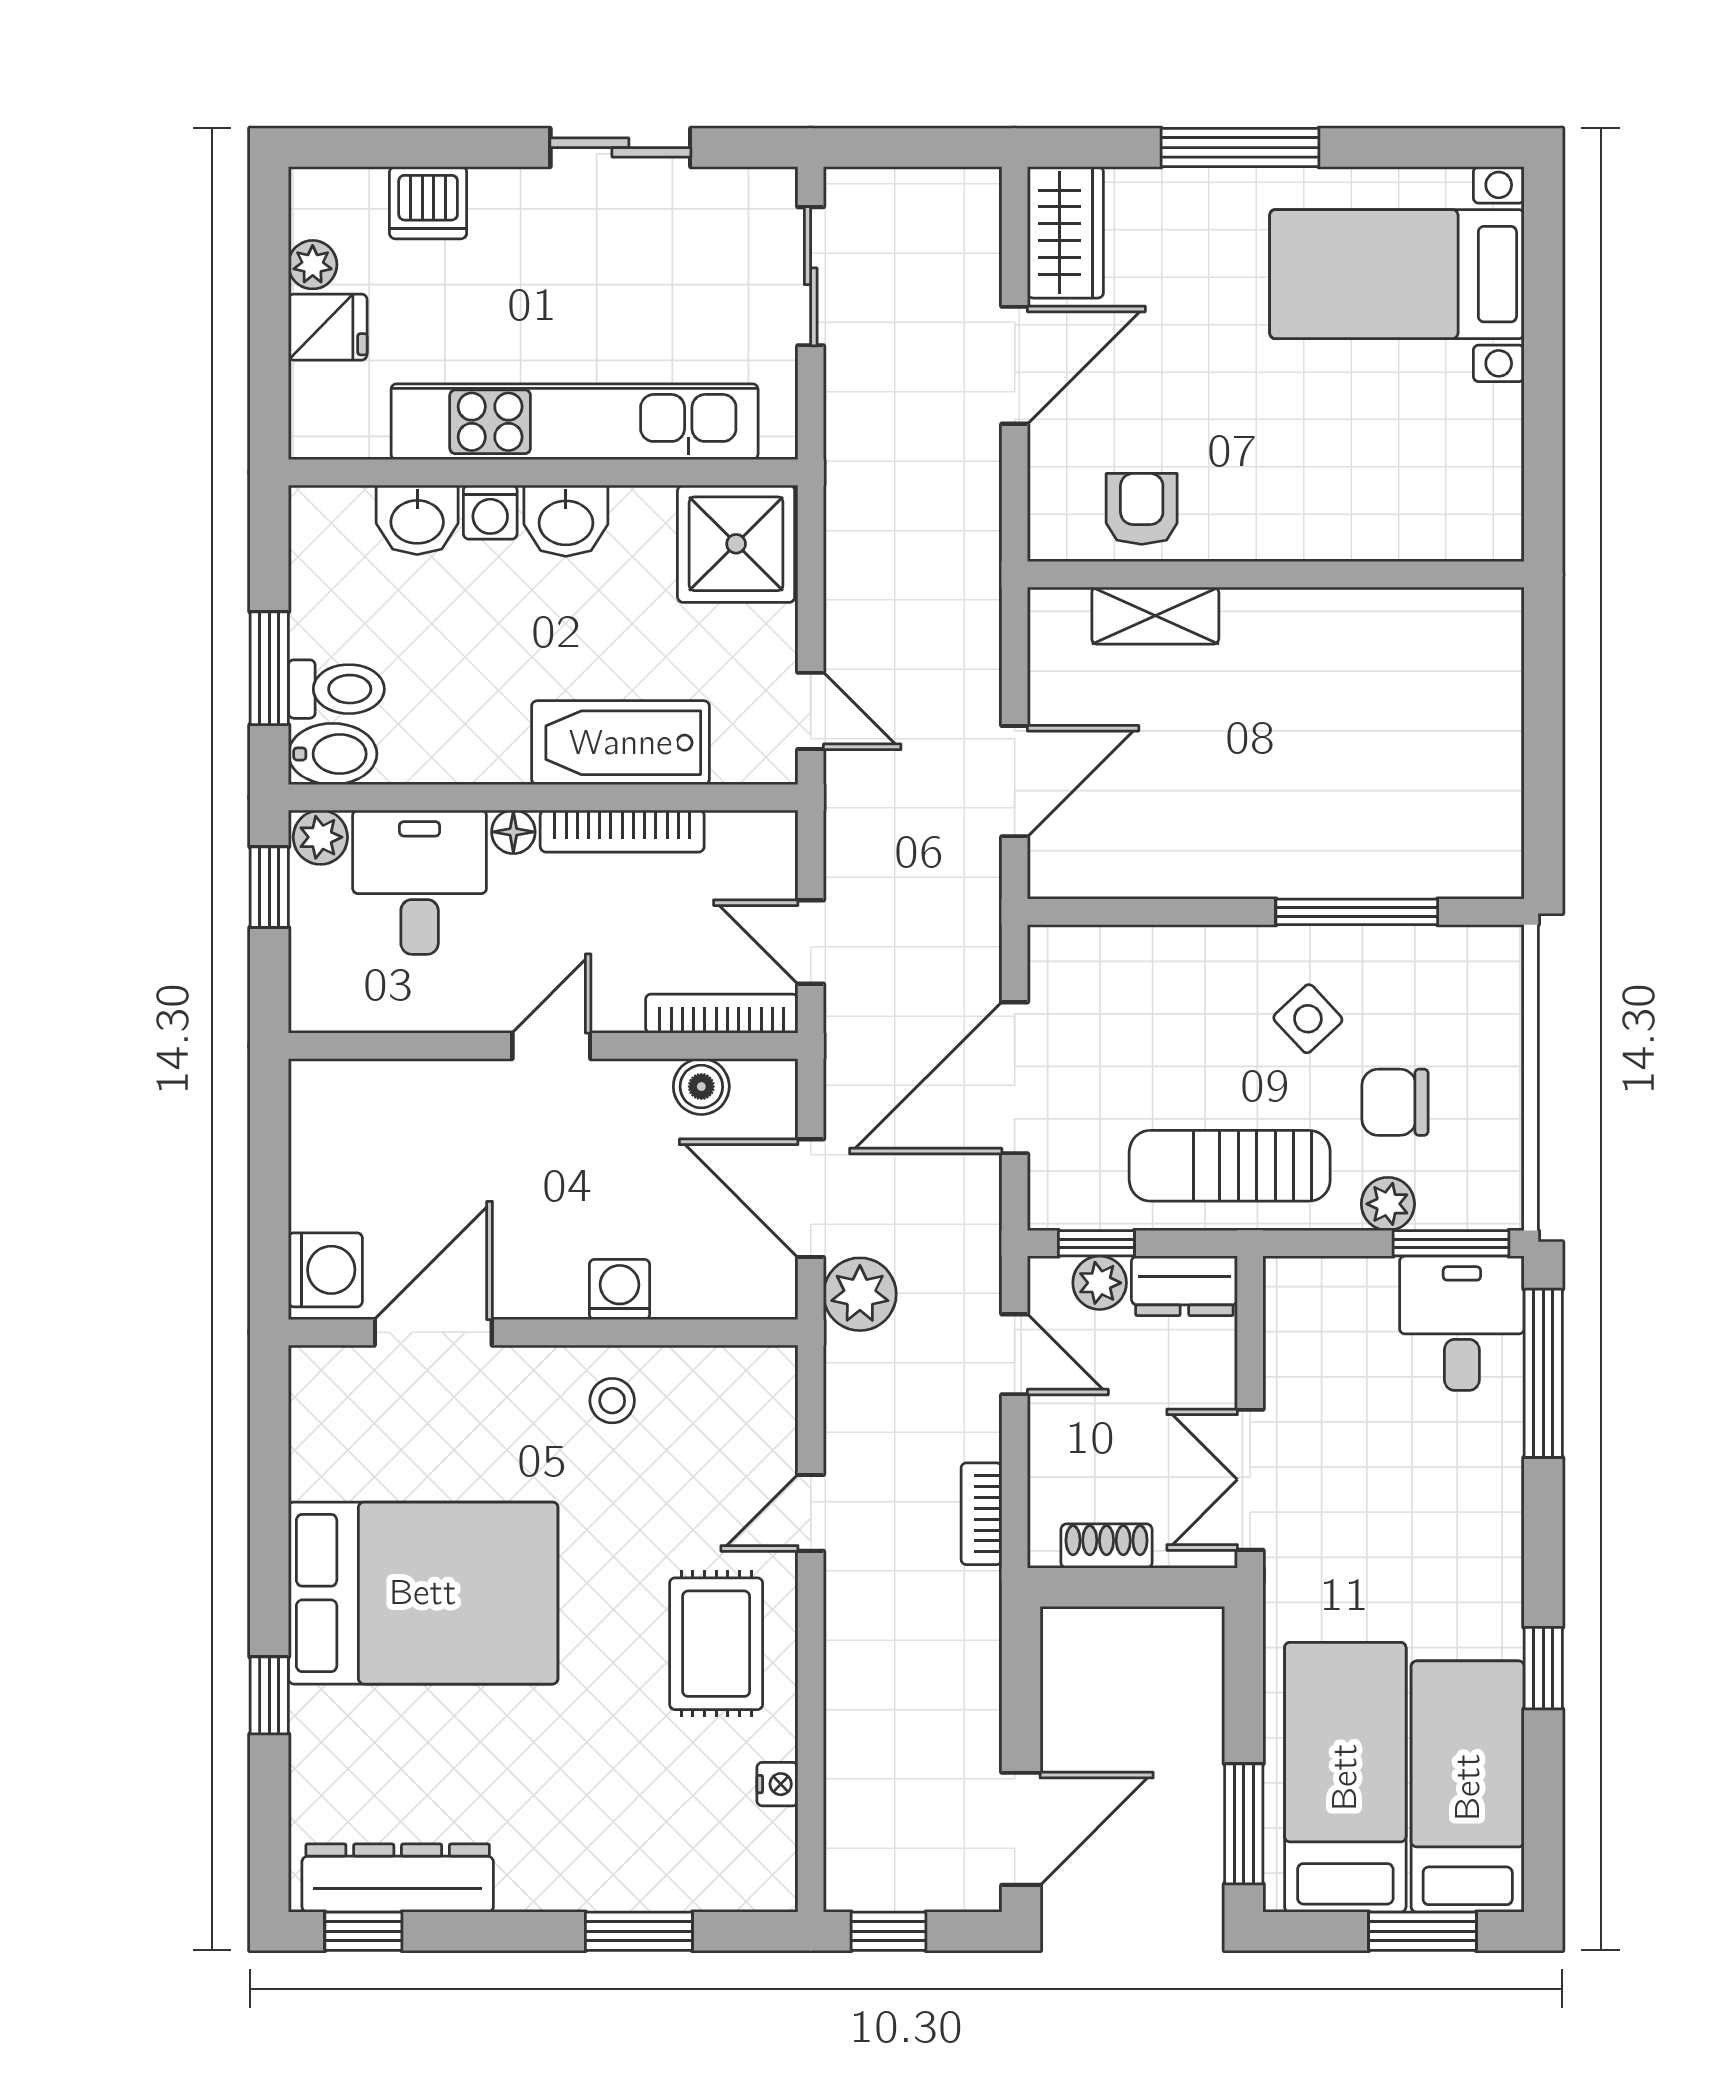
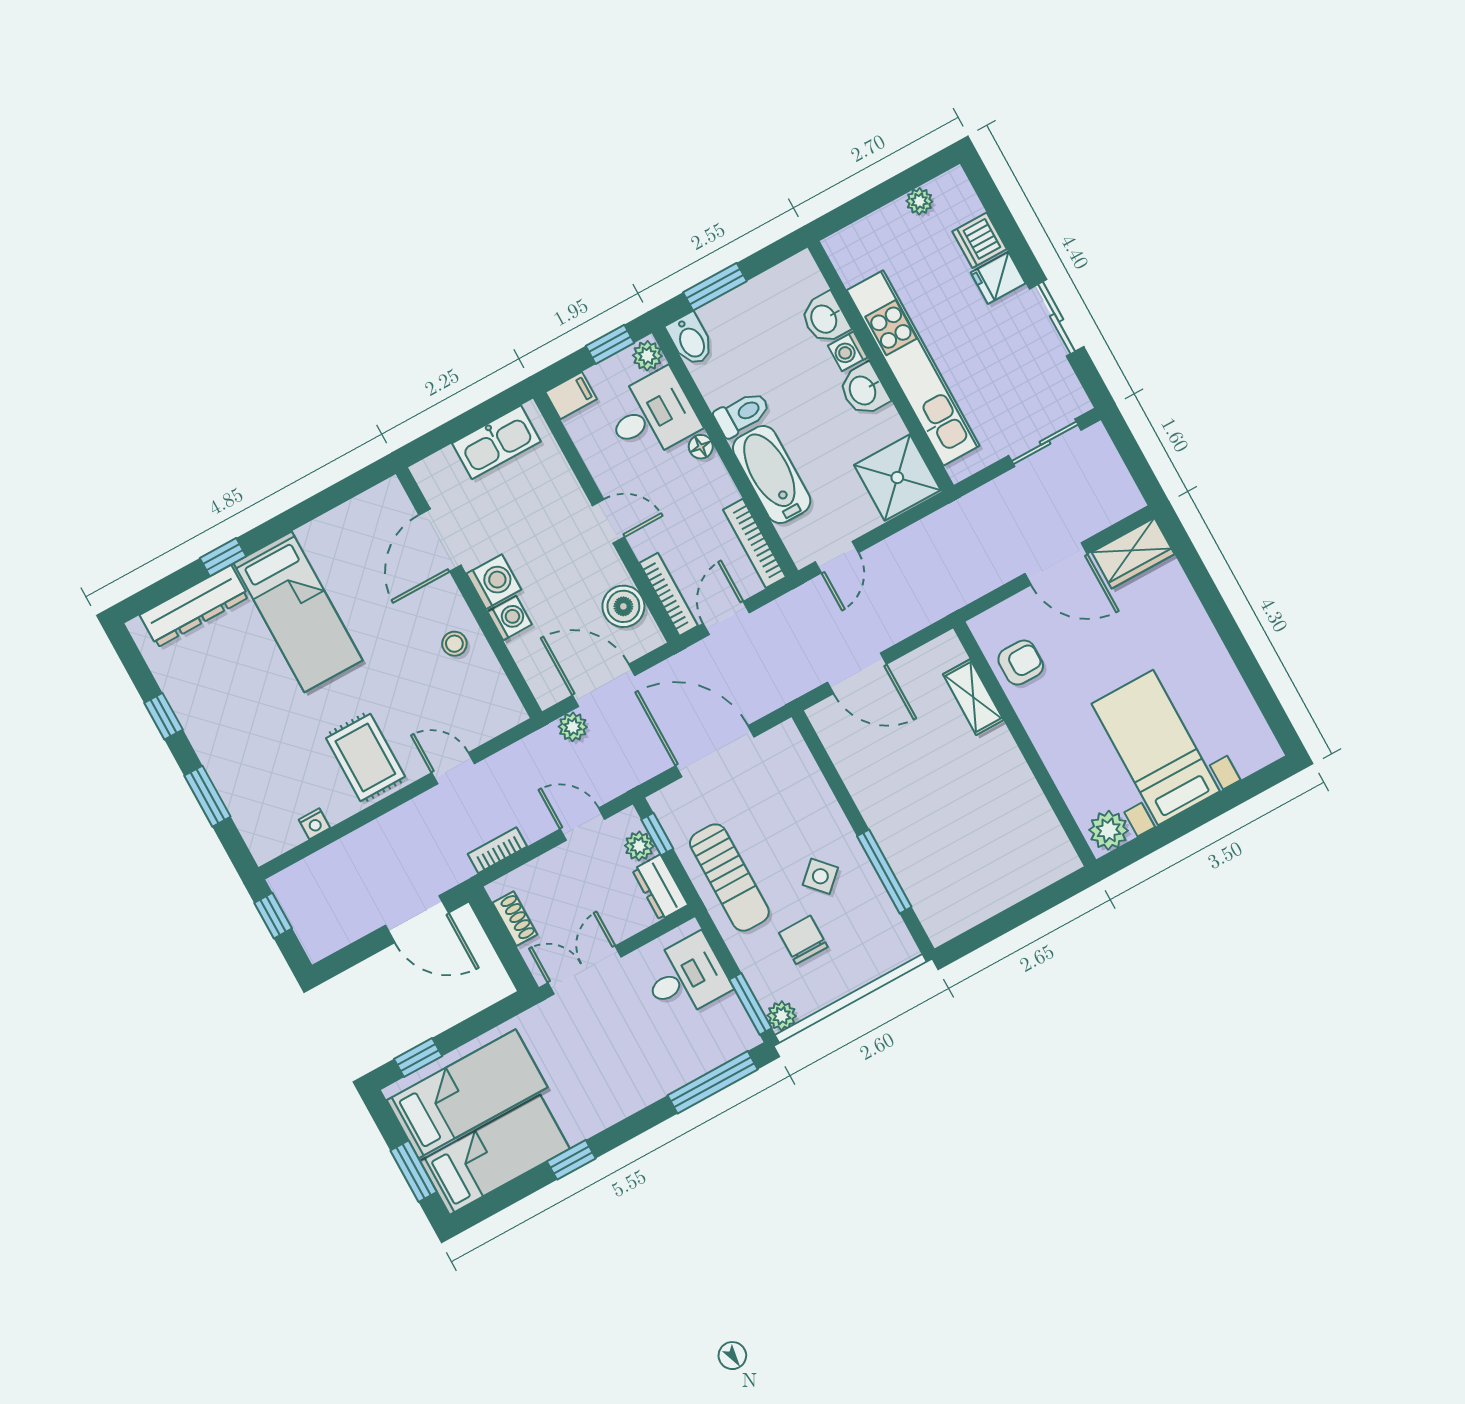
window: (1240, 148) -> (1220, 614), removed
bed with nightstands: (1397, 274) -> (1156, 747), moved
fridge: (328, 327) -> (998, 278), moved, turned 90
plant: (1488, 516) -> (1109, 830), added
toilet: (336, 689) -> (742, 414), moved, turned -90
bookcase: (622, 831) -> (754, 543), moved
filing cabinet: (317, 995) -> (571, 396), added
boiler: (701, 1087) -> (623, 606), width x1.36, depth x1.36
kitchen sink: (326, 1156) -> (496, 442), added
sun lounger: (1230, 1166) -> (729, 878), turned 180
door: (811, 1198) -> (604, 685), hinge flipped
plant: (1388, 1204) -> (782, 1016), moved
washing machine: (325, 1270) -> (494, 582), moved, turned -90
plant: (860, 1294) -> (573, 727), width x0.73, depth x0.73
desk: (1462, 1323) -> (686, 977), moved
door: (433, 1332) -> (440, 540), swing flipped
door: (1015, 1354) -> (582, 824), swing flipped
bed: (423, 1593) -> (298, 612), width x0.67
rug: (716, 1644) -> (365, 757), turned 90
window: (1244, 1824) -> (418, 1058), width x0.67
door: (1021, 1829) -> (417, 919), moved
dresser: (398, 1878) -> (194, 606), moved, turned 90
window: (363, 1931) -> (163, 716), moved

